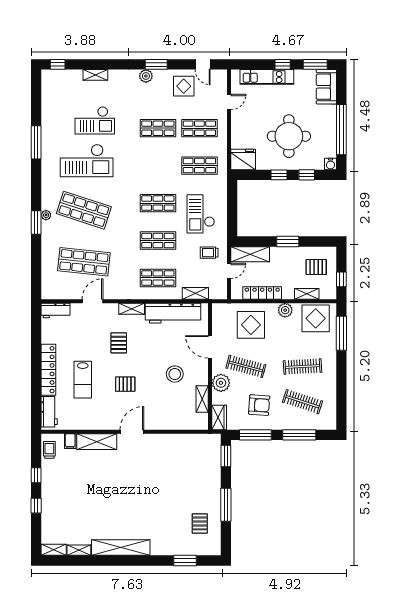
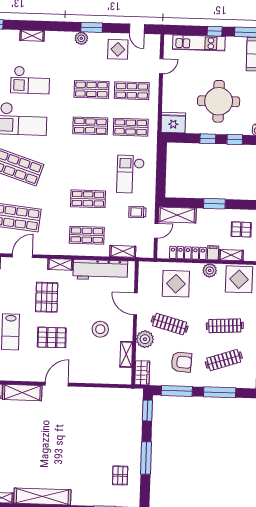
shop shelf: (158, 203) -> (90, 126), moved
filing cabinet: (288, 292) -> (213, 253), added
pallet: (119, 343) -> (47, 297), width x1.50, depth x1.42
pallet: (125, 384) -> (52, 337), width x1.50, depth x1.42
clothes rail: (302, 402) -> (224, 360), turned -36

